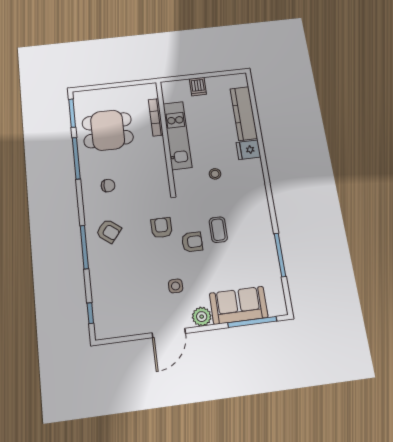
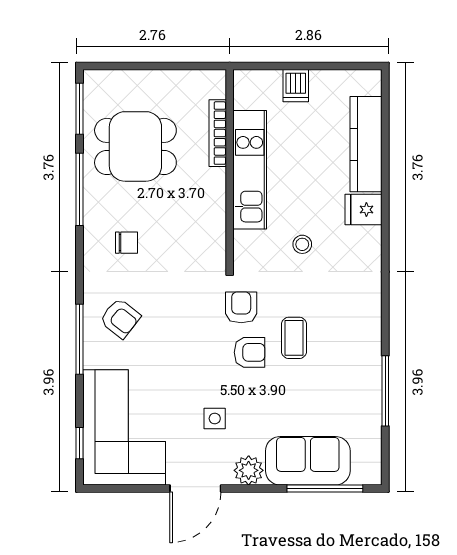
armchair: (161, 228) -> (241, 307), moved
corner sofa: (118, 299) -> (124, 427), added

